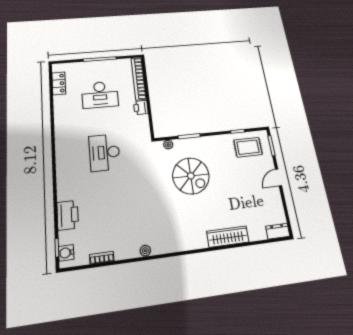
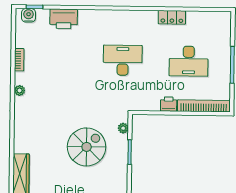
locker: (59, 83) -> (172, 17), moved
desk: (100, 95) -> (189, 61), turned -90
spiral stairs: (191, 176) -> (87, 147), turned 180
bookcase: (102, 258) -> (19, 60), moved

